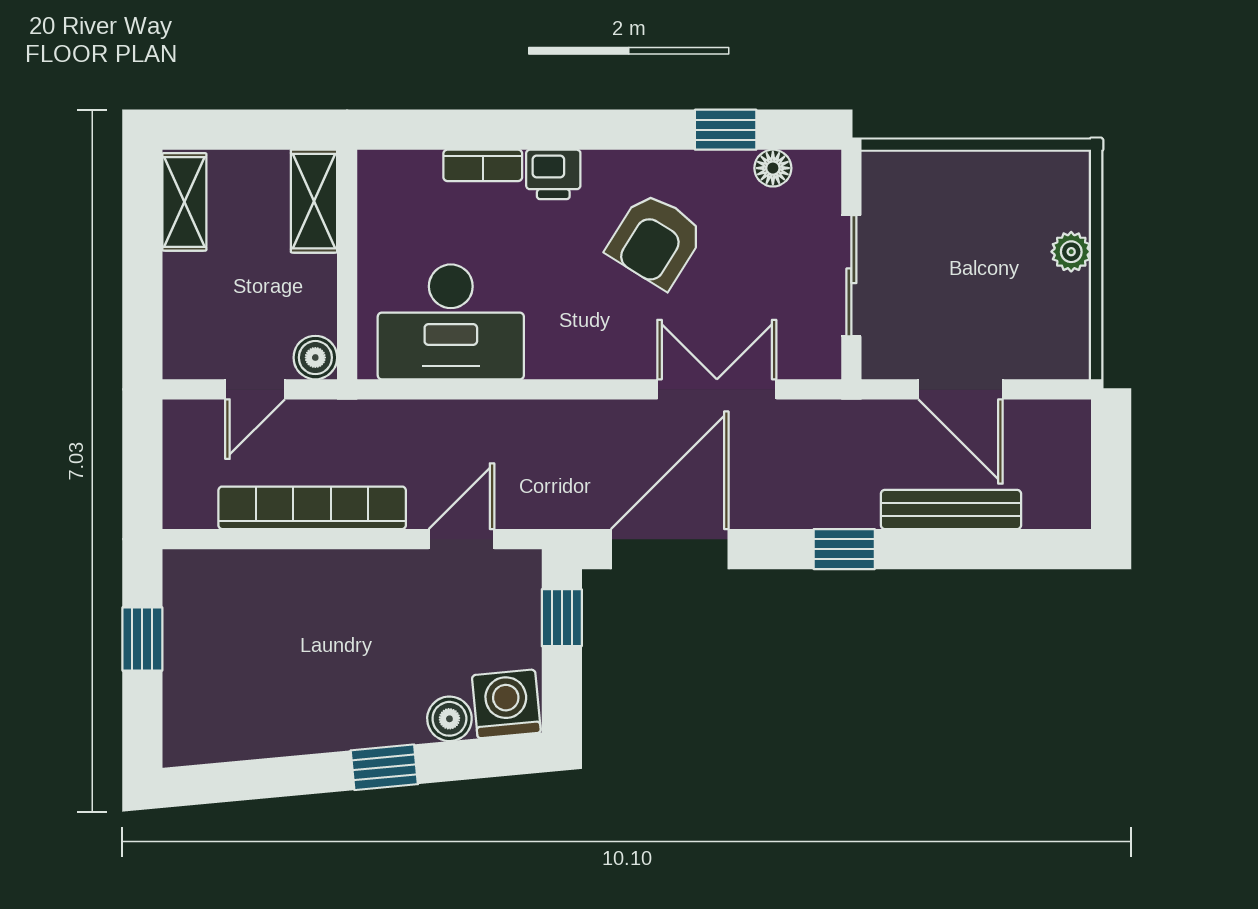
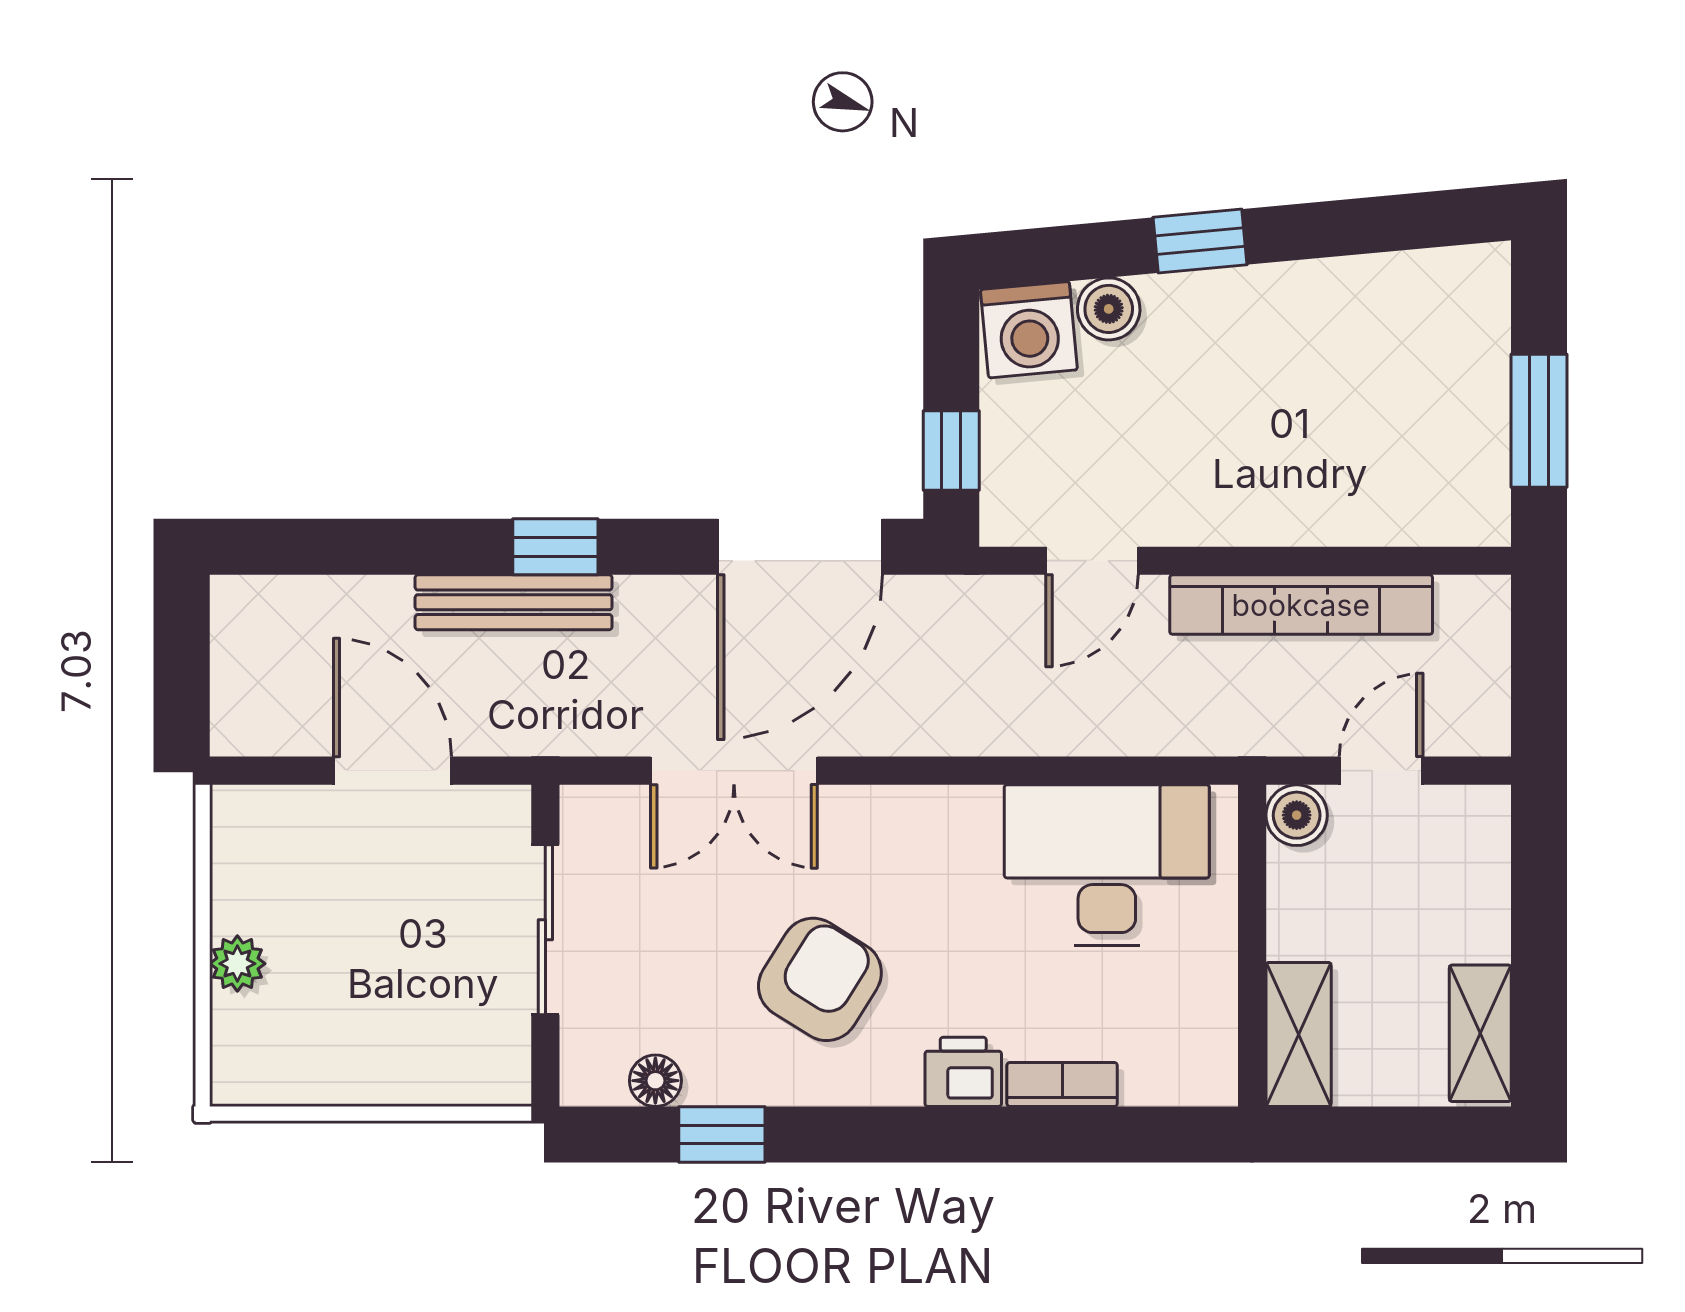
bench: (951, 509) -> (514, 602), moved
window: (142, 639) -> (1539, 421), width x1.50

